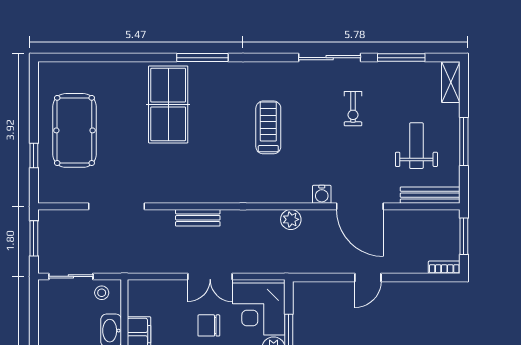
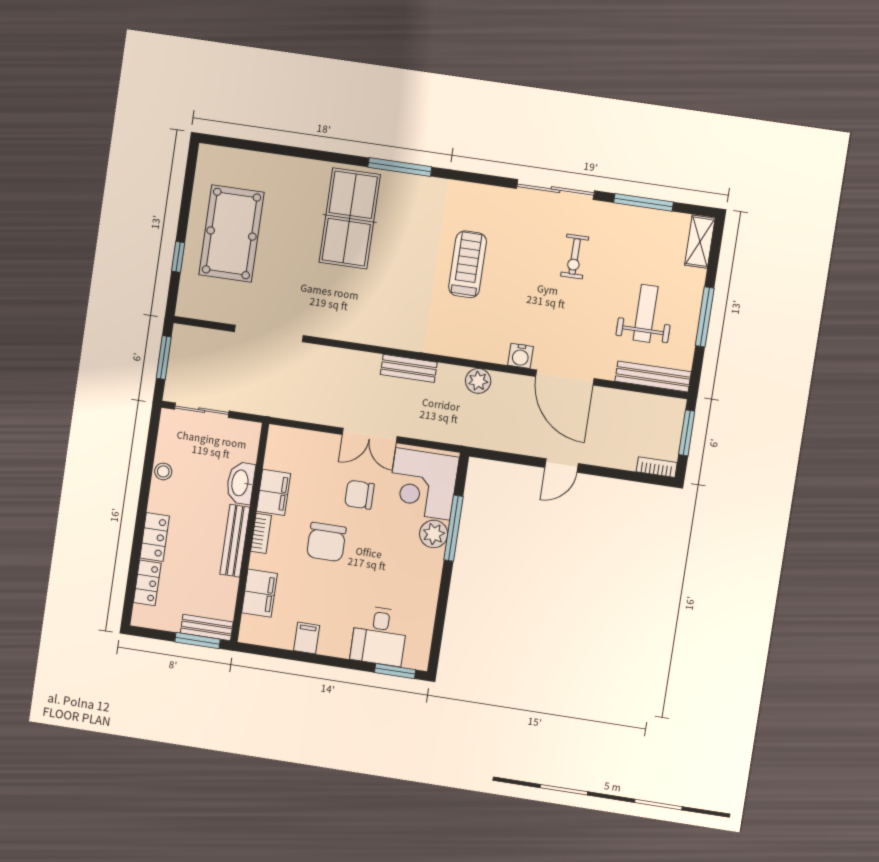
bench: (198, 218) -> (409, 368), moved
stool: (102, 293) -> (163, 471), moved

